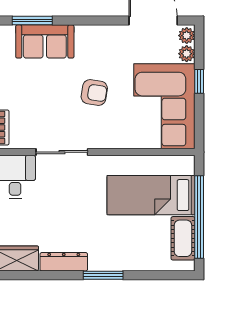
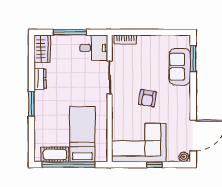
plant: (187, 54) -> (172, 157), removed
dresser: (64, 262) -> (40, 79), width x0.70

